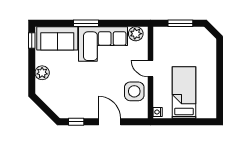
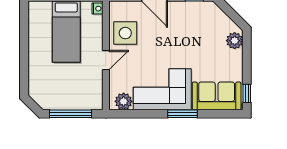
window: (180, 23) -> (71, 114), width x1.44
door: (151, 69) -> (106, 60), hinge flipped
plant: (42, 73) -> (235, 41), moved

